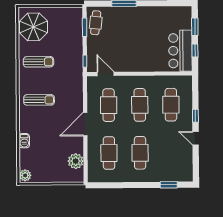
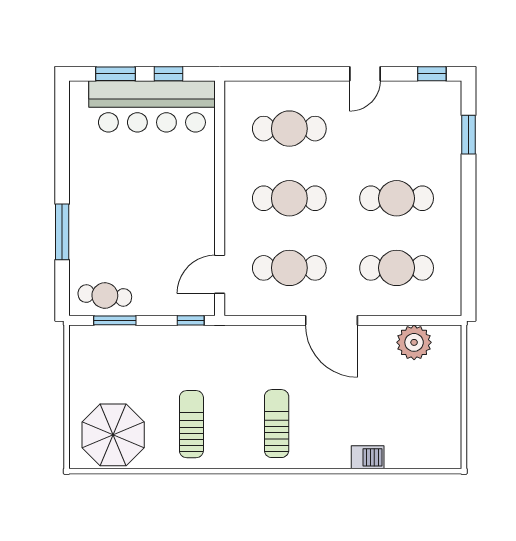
bar counter: (180, 51) -> (152, 106), width x1.36
window: (195, 116) -> (432, 74), moved
plant: (25, 175) -> (445, 456), removed

